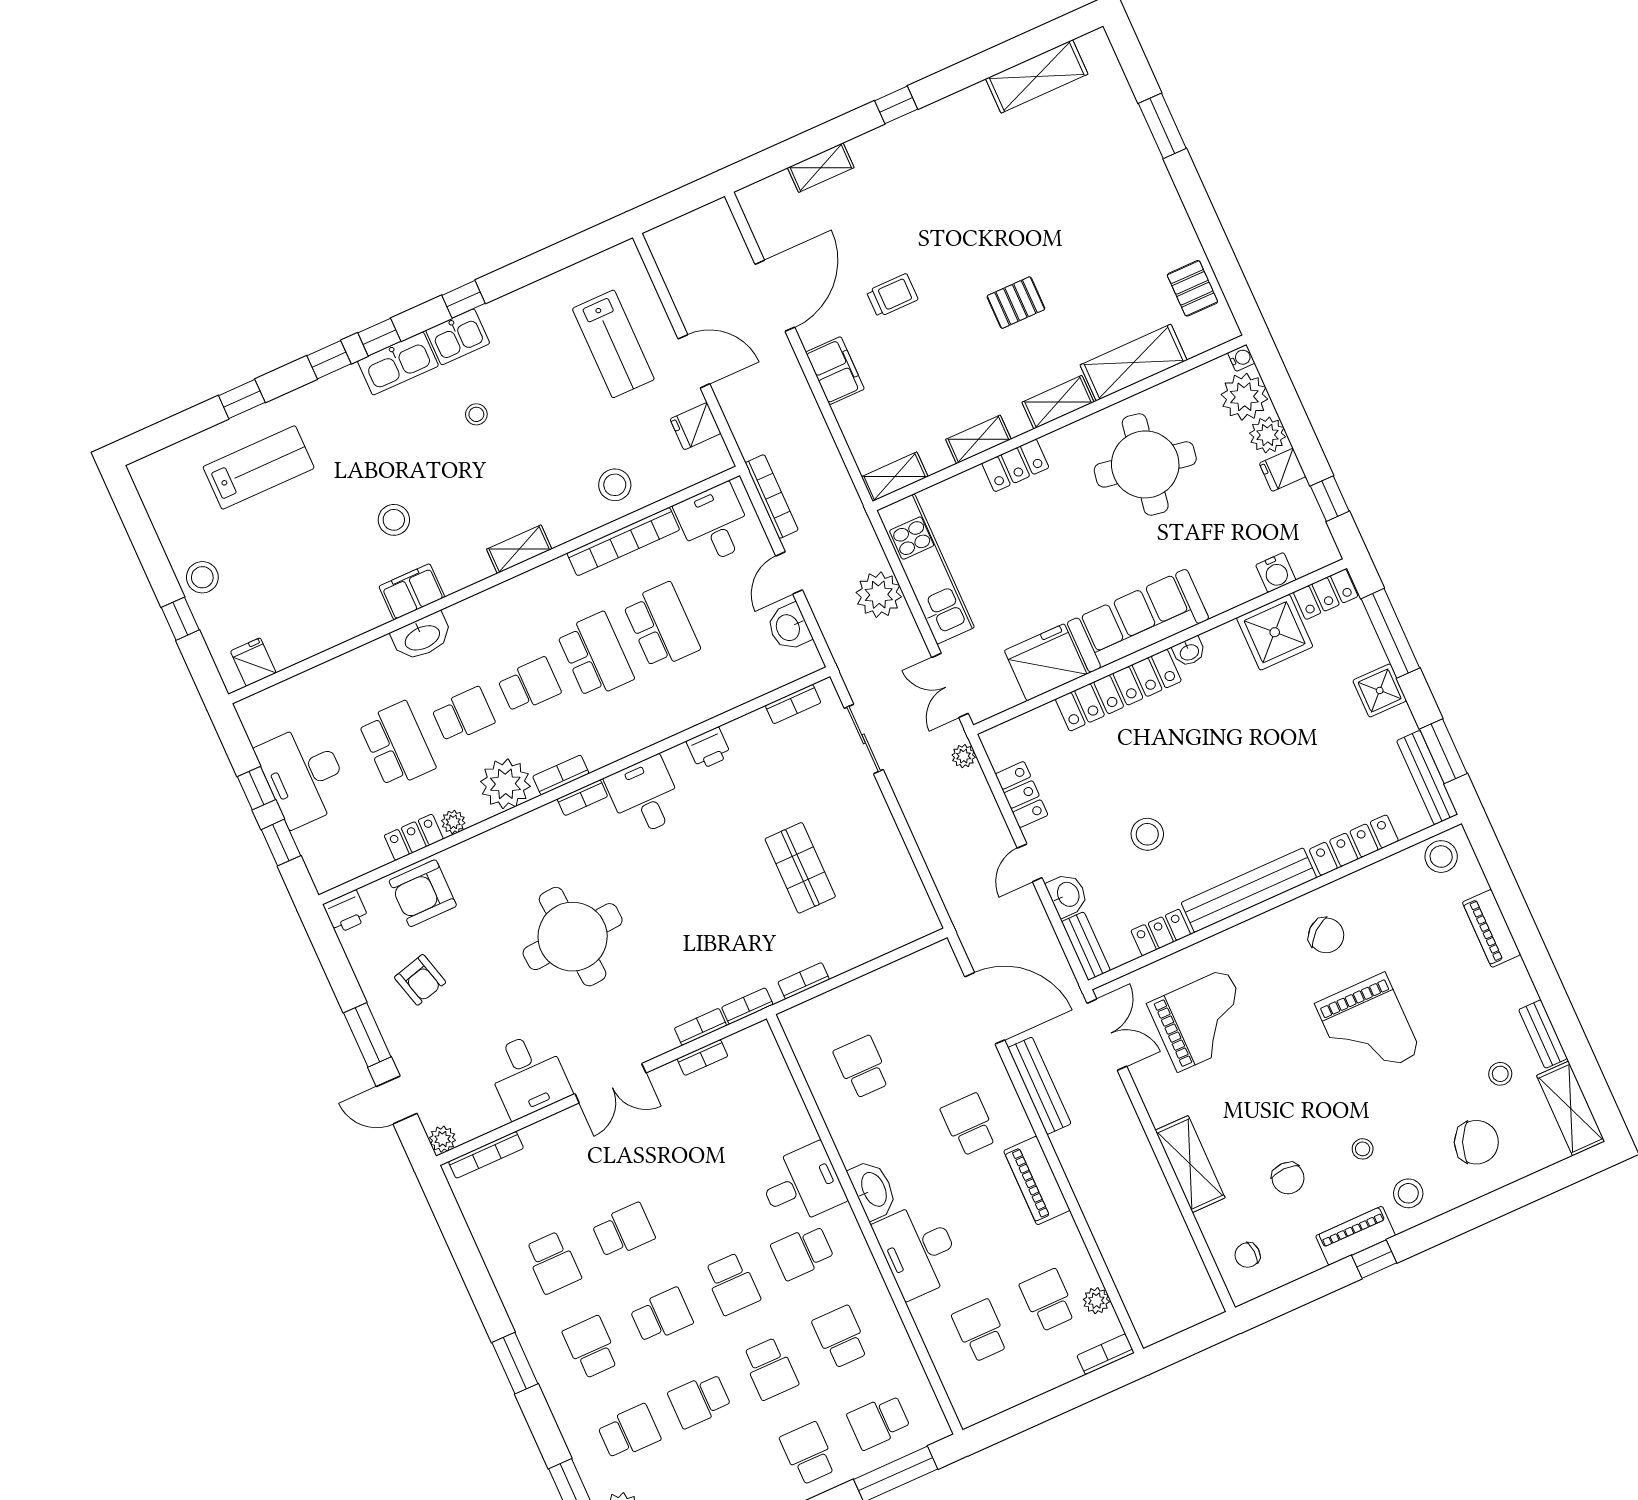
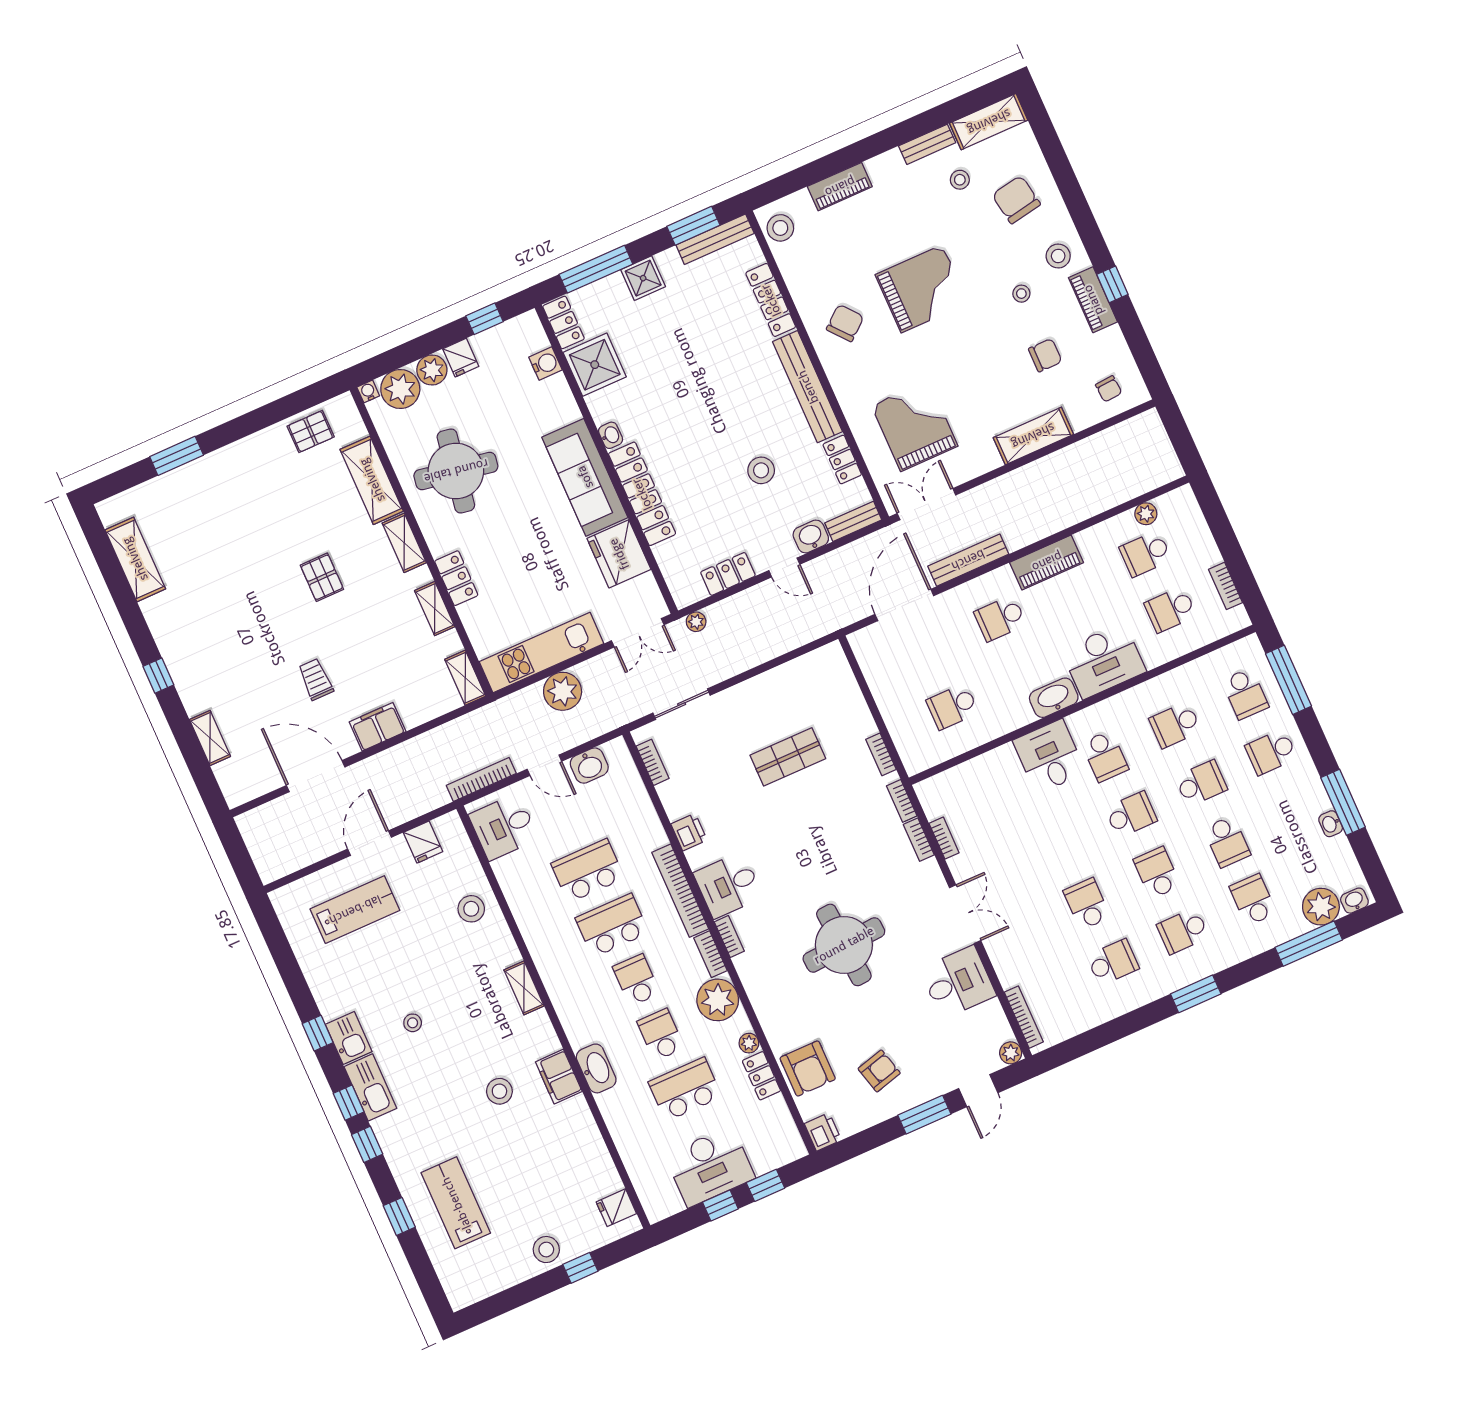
bookcase: (623, 542) -> (680, 891), moved, turned 180
chair: (1476, 1142) -> (1016, 200), turned -34
bookcase: (1106, 1354) -> (1226, 586), moved

